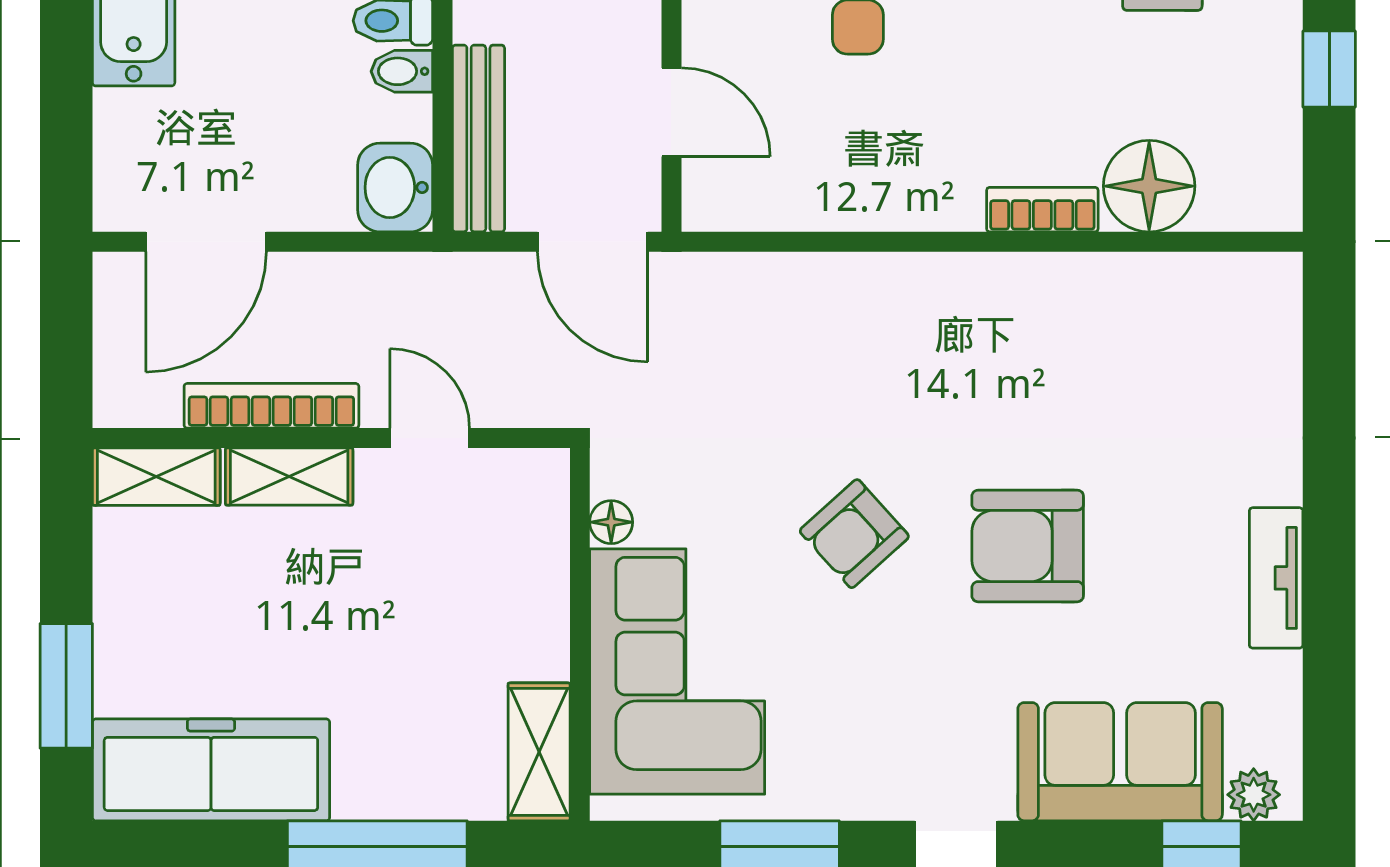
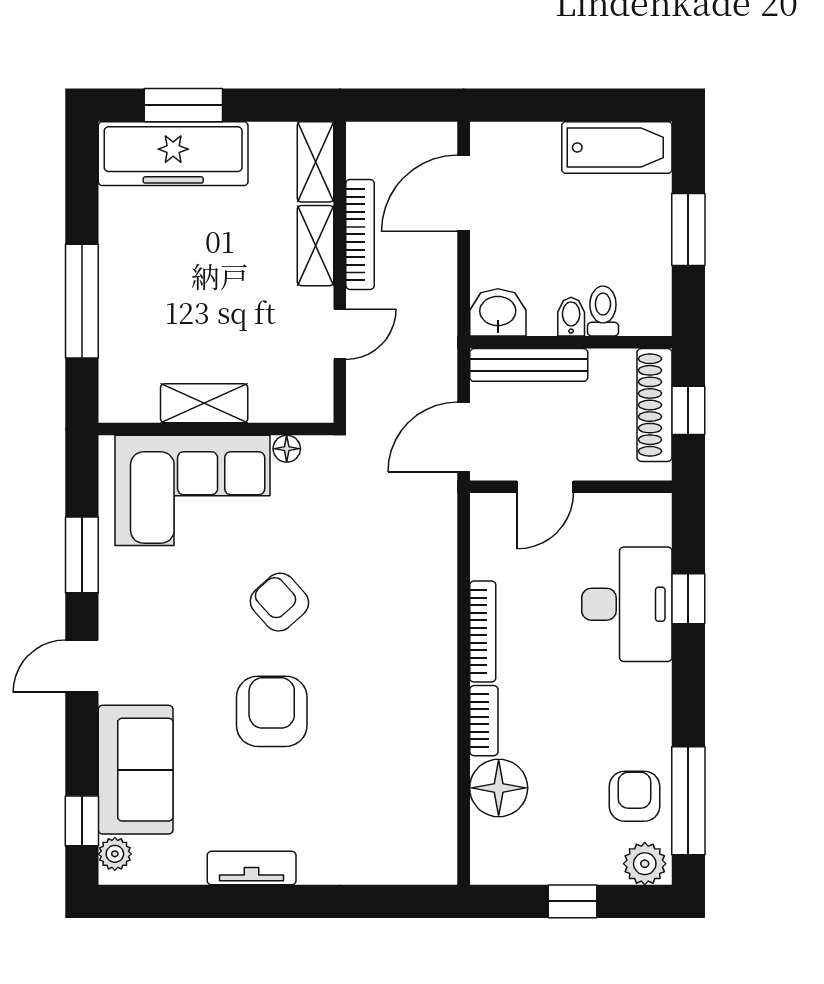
bookcase: (901, 211) -> (483, 631), added
door: (206, 242) -> (464, 193), hinge flipped
shelving: (539, 752) -> (204, 403), moved
freezer: (211, 770) -> (173, 154), moved, turned 90

